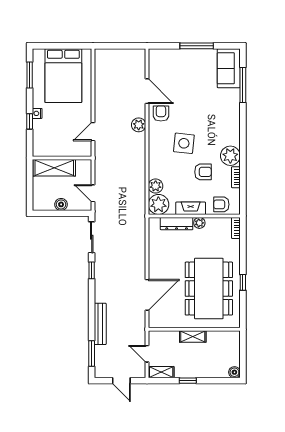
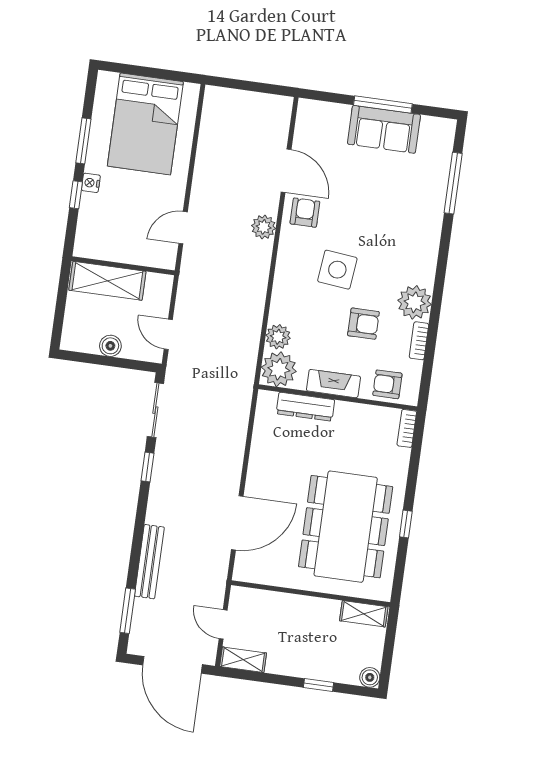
sofa: (229, 68) -> (384, 129), moved, turned -90
window: (30, 75) -> (83, 141), moved
plant: (199, 223) -> (345, 411), removed
shelving: (193, 337) -> (364, 614), moved
door: (121, 381) -> (173, 665), width x1.87
window: (188, 381) -> (319, 685), moved

